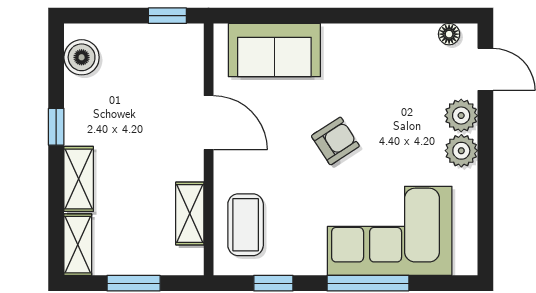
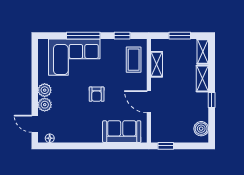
armchair: (335, 141) -> (97, 94), turned -57

